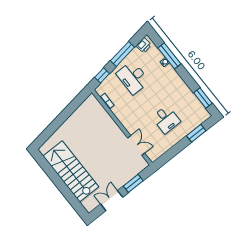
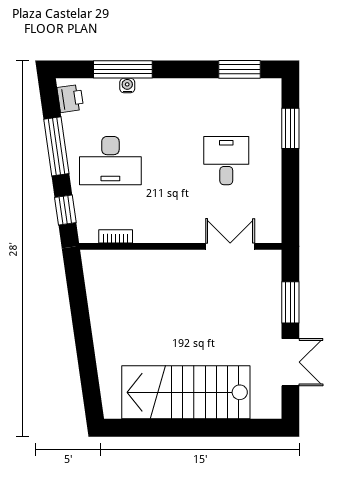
desk: (166, 119) -> (226, 161), turned -90
double door: (112, 201) -> (290, 362), swing flipped

